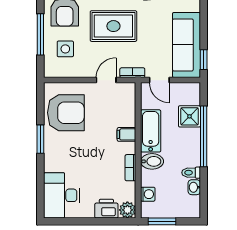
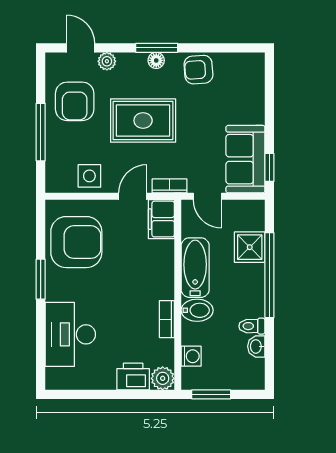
sofa: (186, 45) -> (245, 159), width x0.73
side table: (65, 49) -> (89, 176), moved
filing cabinet: (126, 134) -> (161, 219), moved, width x2.00
desk: (62, 195) -> (70, 334), moved

